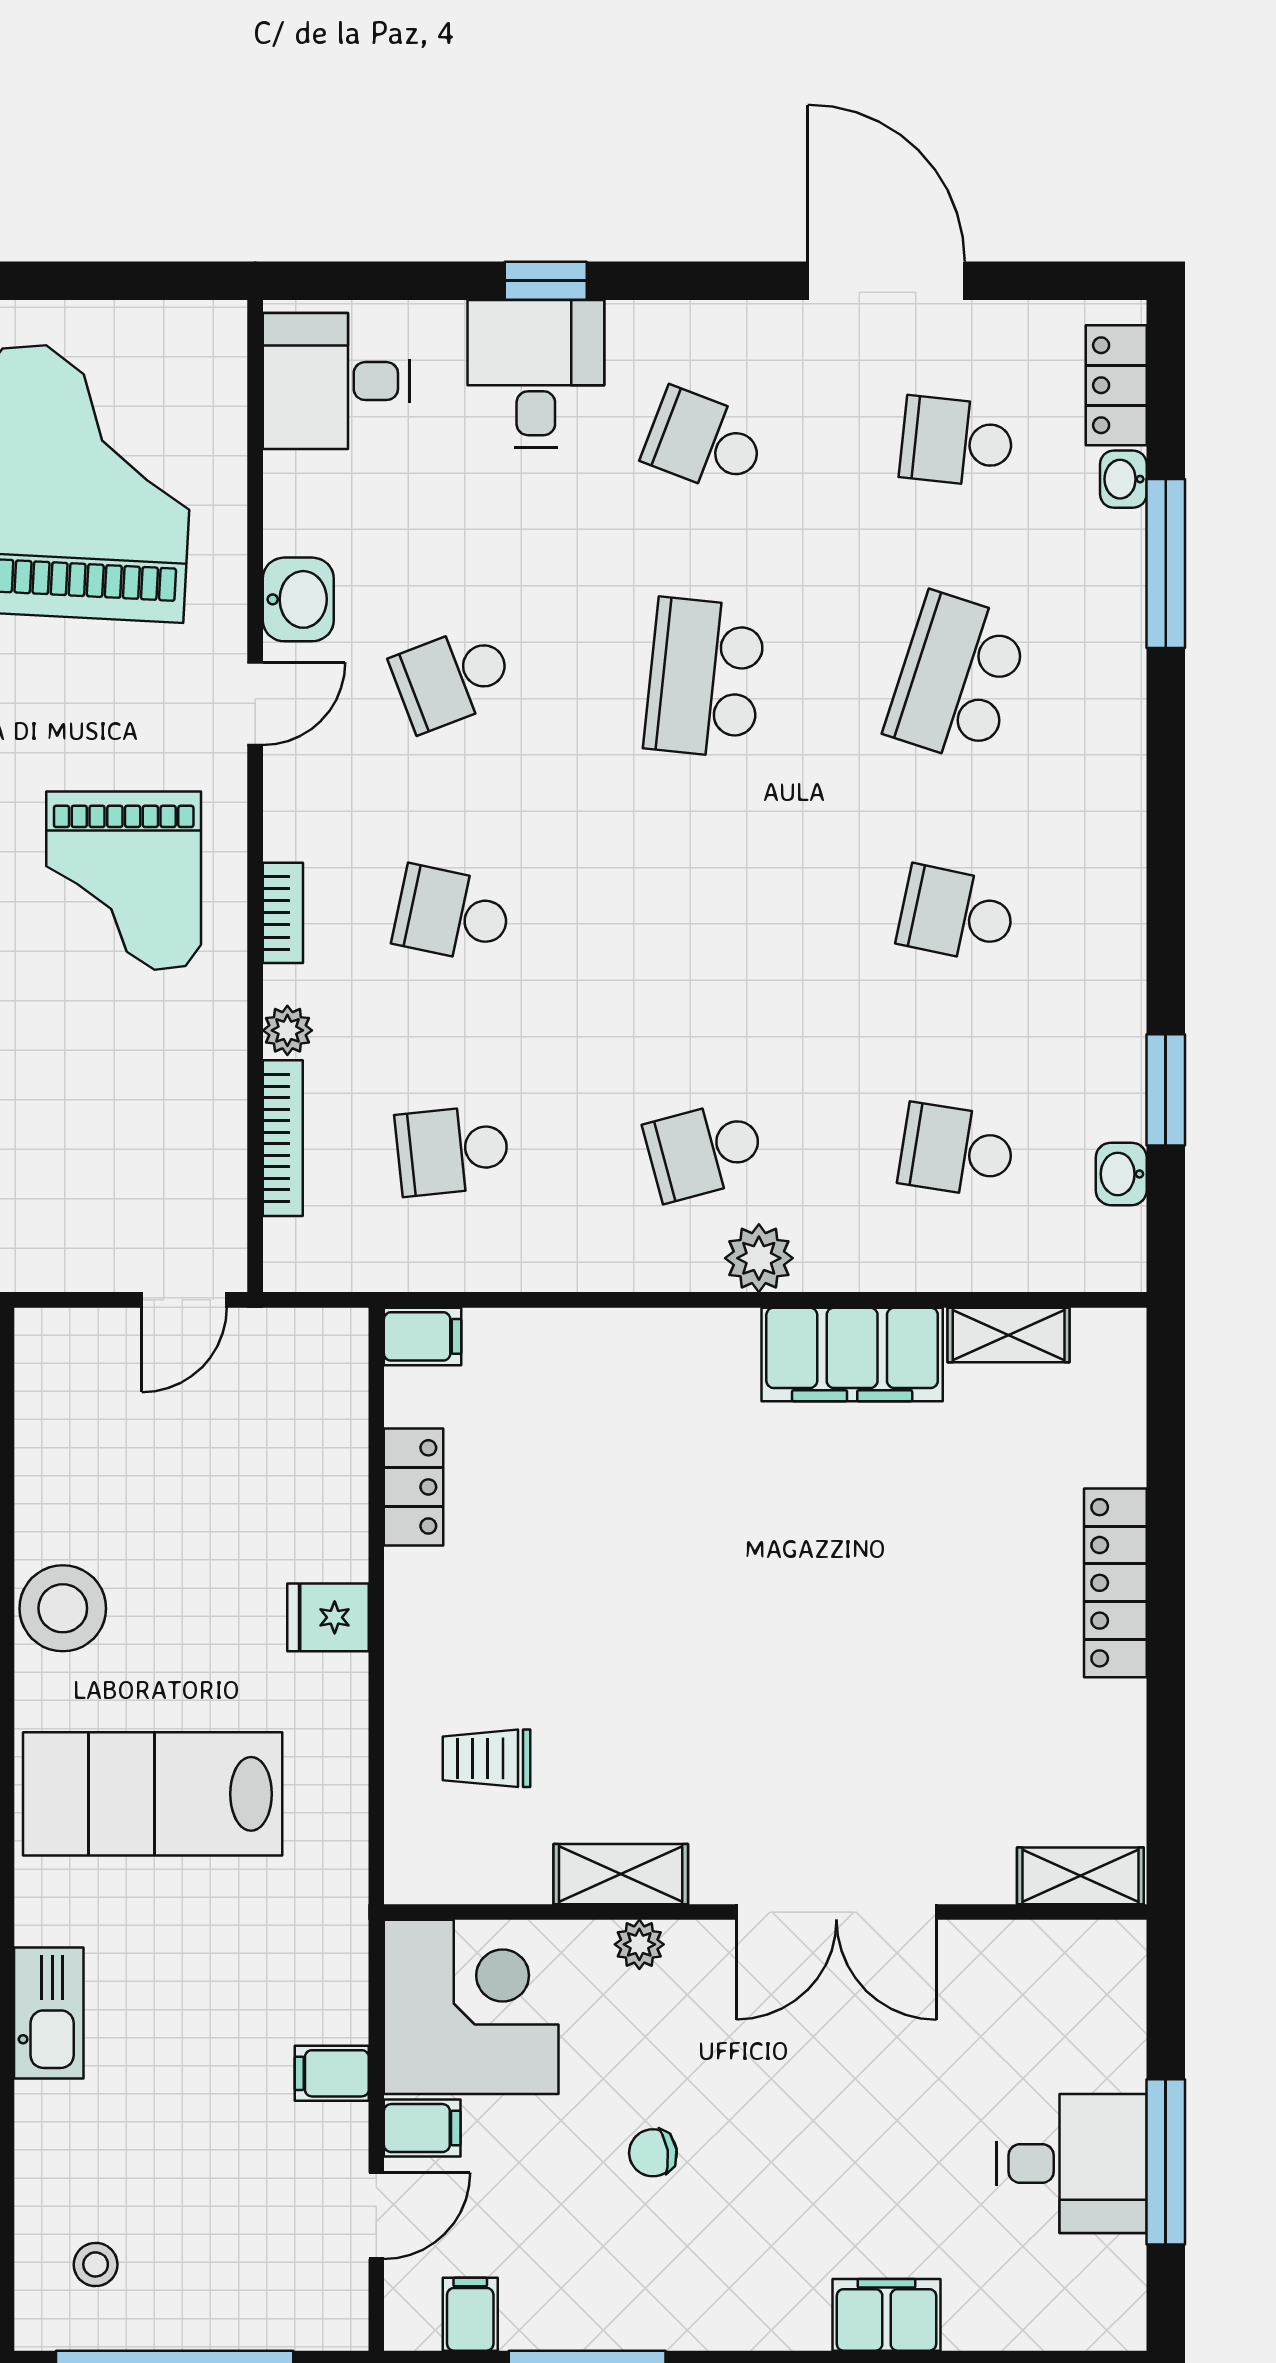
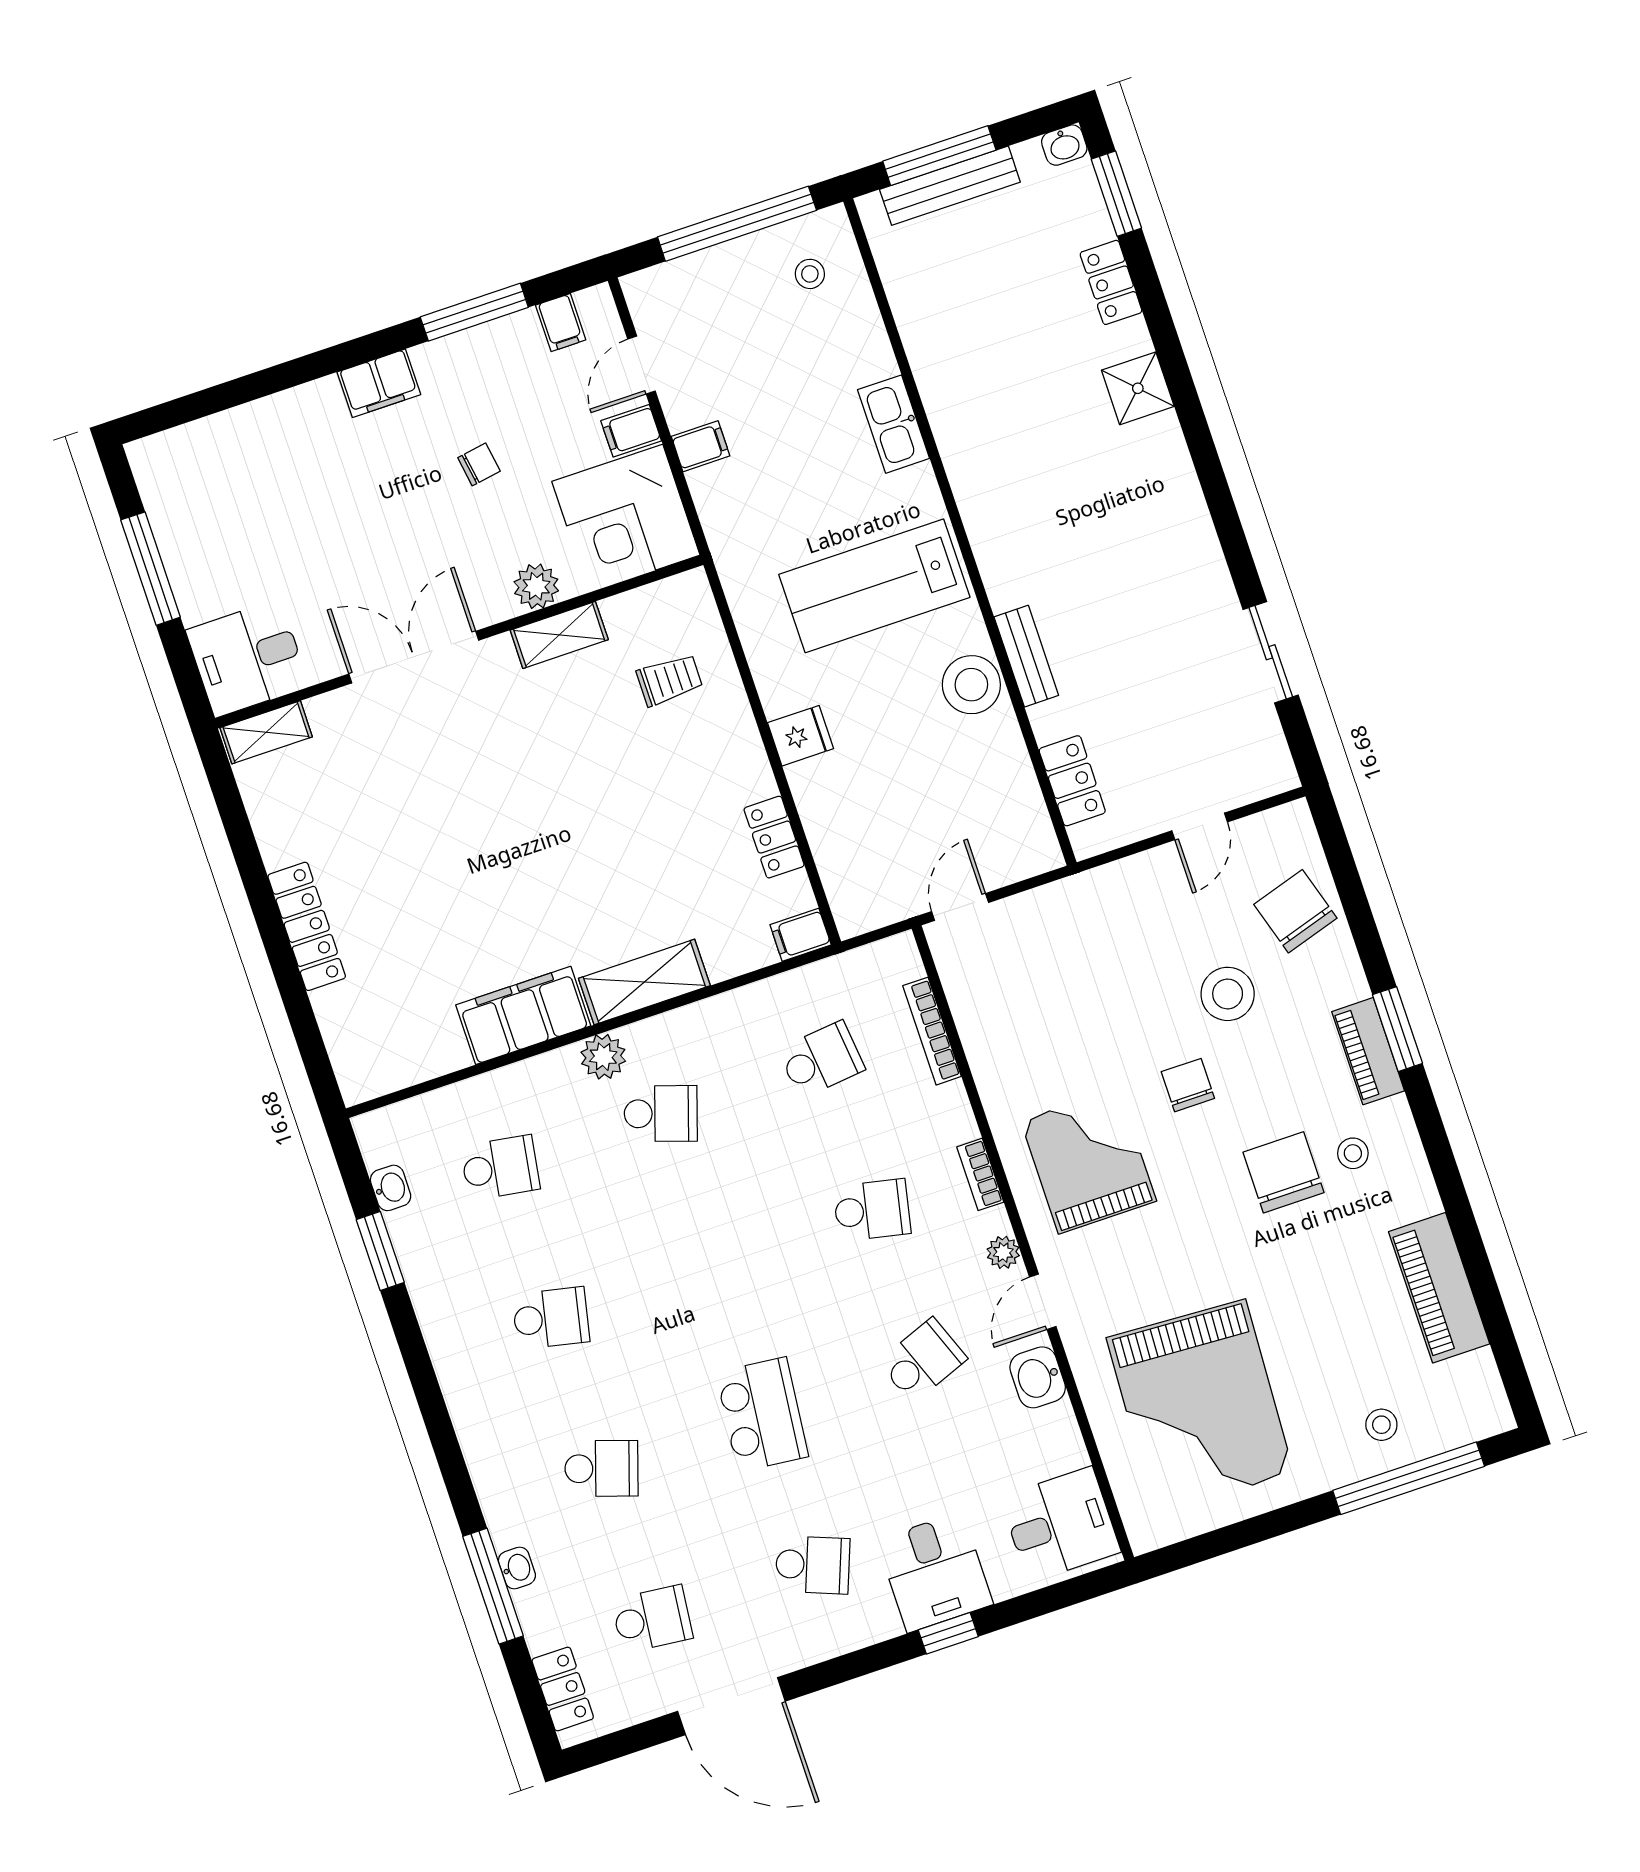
washbasin: (1123, 479) -> (517, 1568), moved
school desk: (957, 678) -> (601, 1469), width x0.54
plant: (287, 1030) -> (1003, 1252), moved
school desk: (705, 1151) -> (661, 1114), turned 33
shelving: (1009, 1335) -> (644, 982), moved, width x1.50, depth x1.33
lab bench: (153, 1794) -> (874, 586), turned 180
plant: (639, 1944) -> (536, 586), width x1.38, depth x1.38
desk: (1072, 2163) -> (247, 658), moved
filing cabinet: (886, 2315) -> (379, 383), moved

